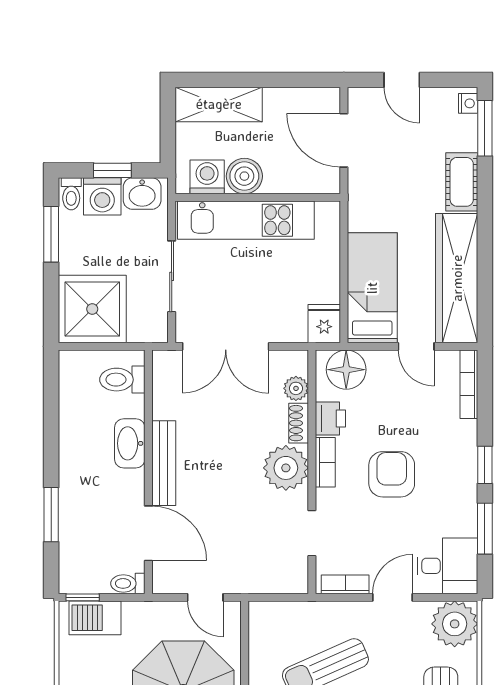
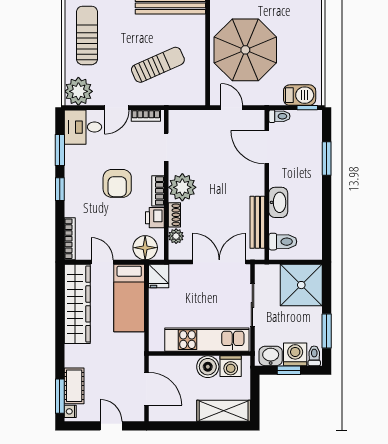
cot: (462, 182) -> (74, 386), moved
bench: (164, 463) -> (257, 222), moved

